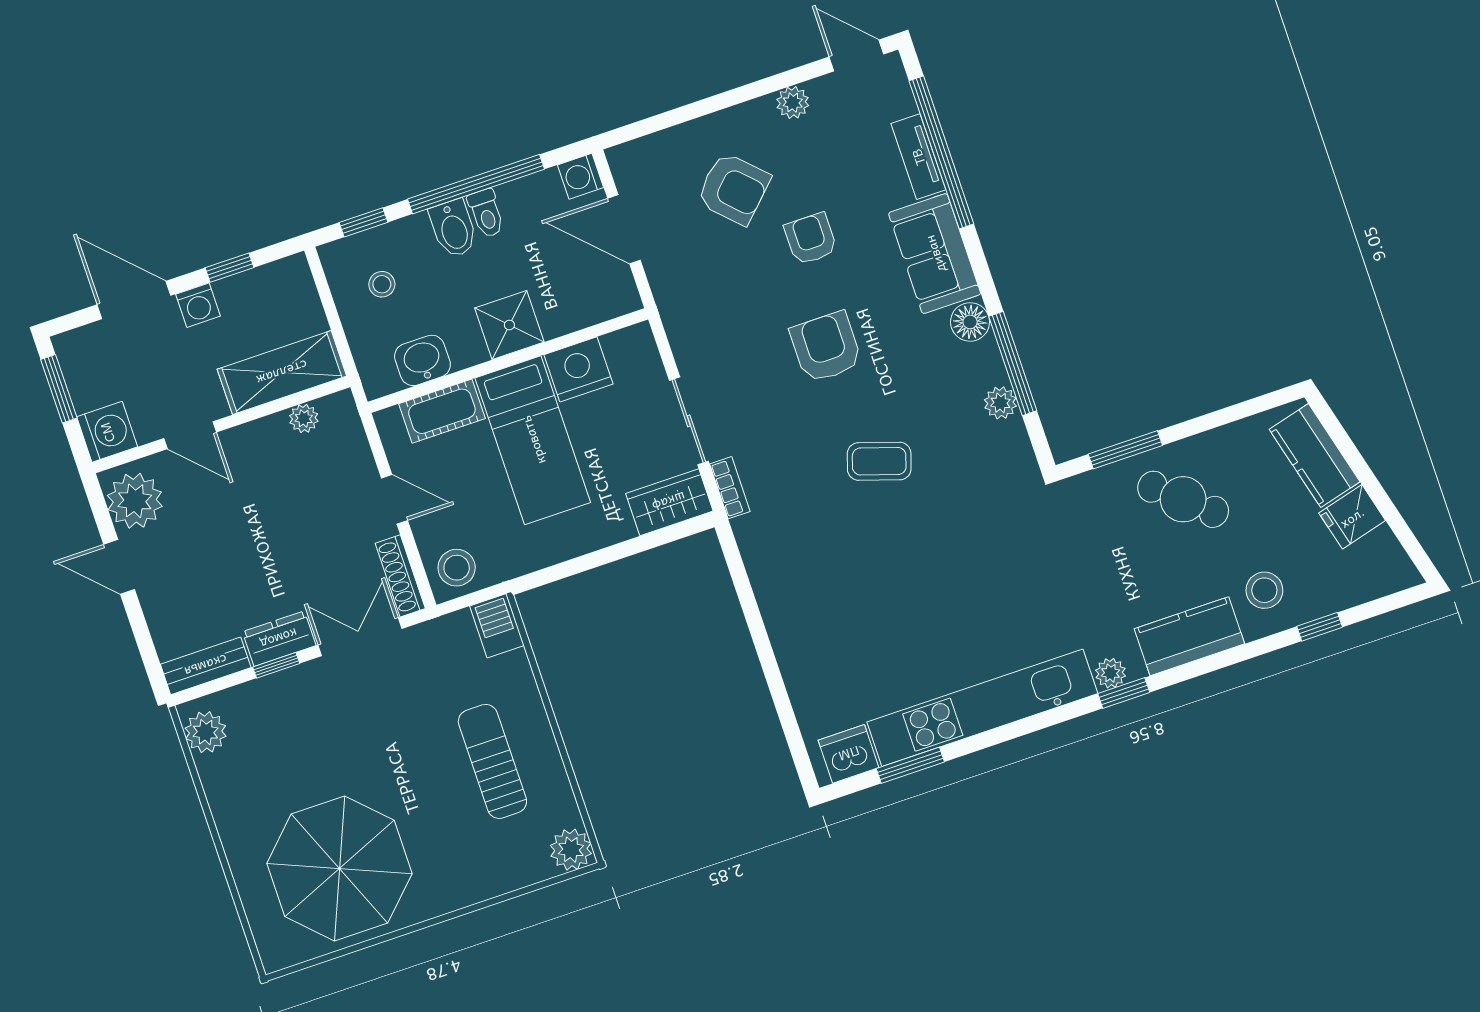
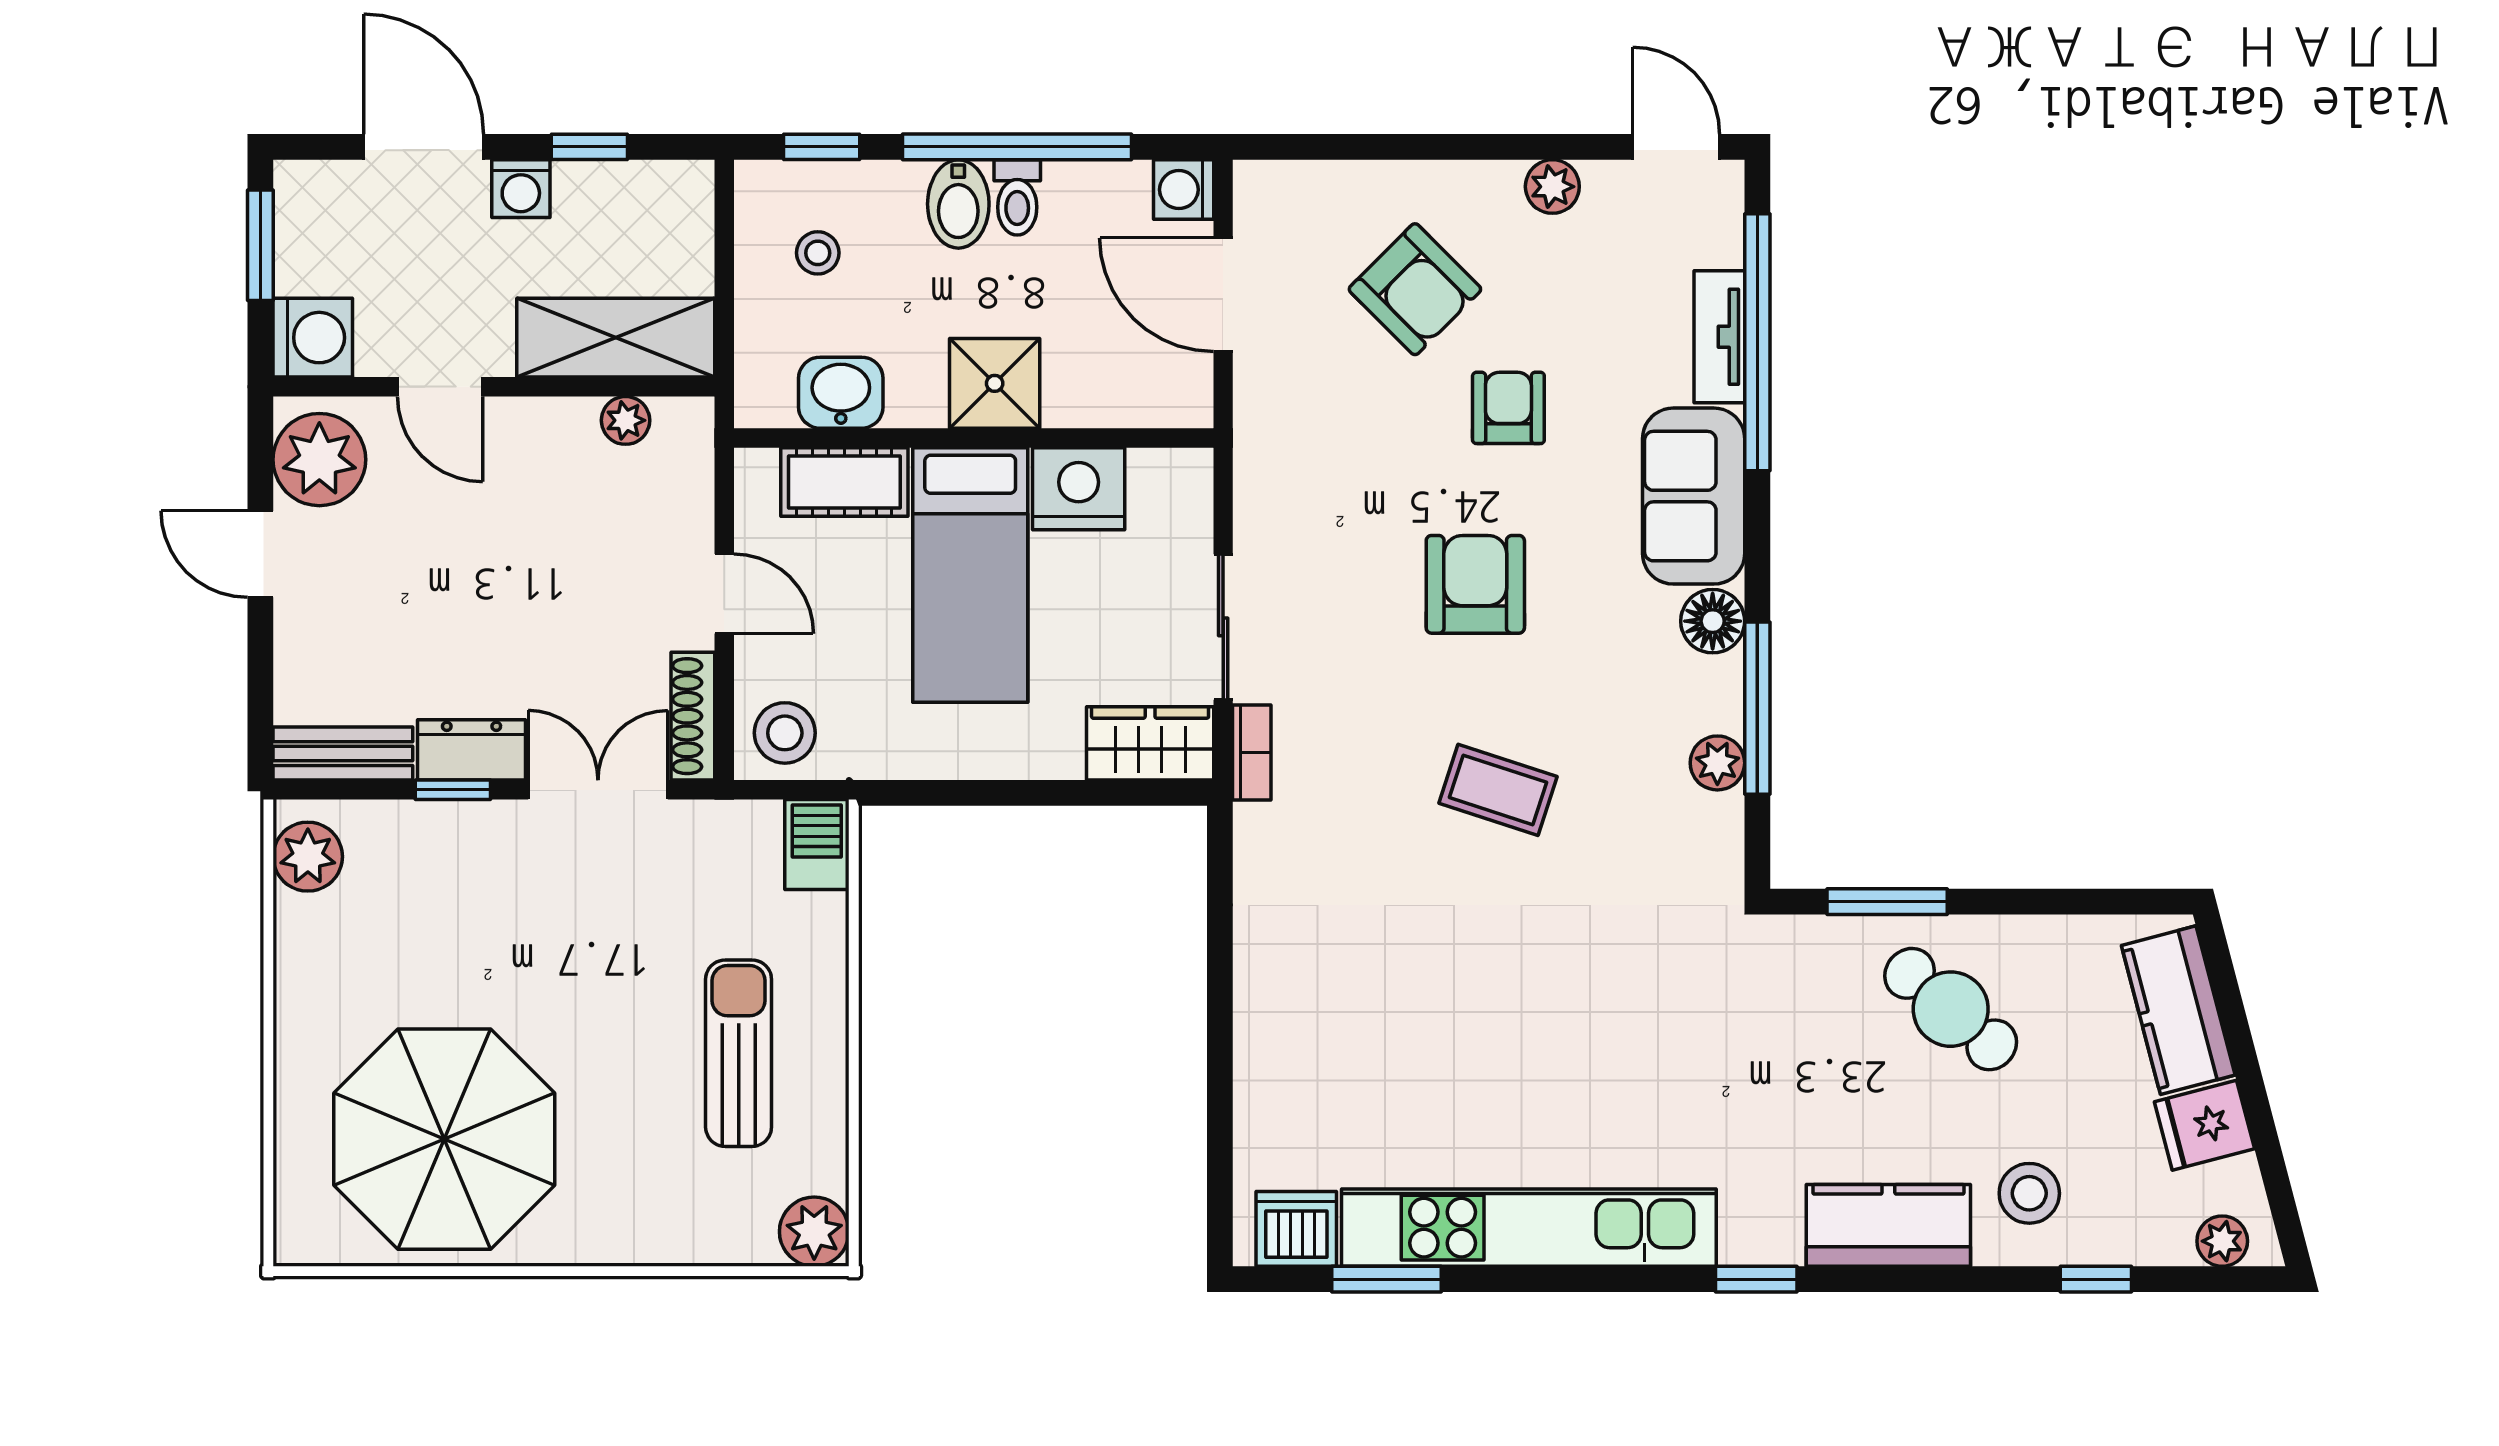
plant: (1111, 673) -> (2222, 1241), moved

